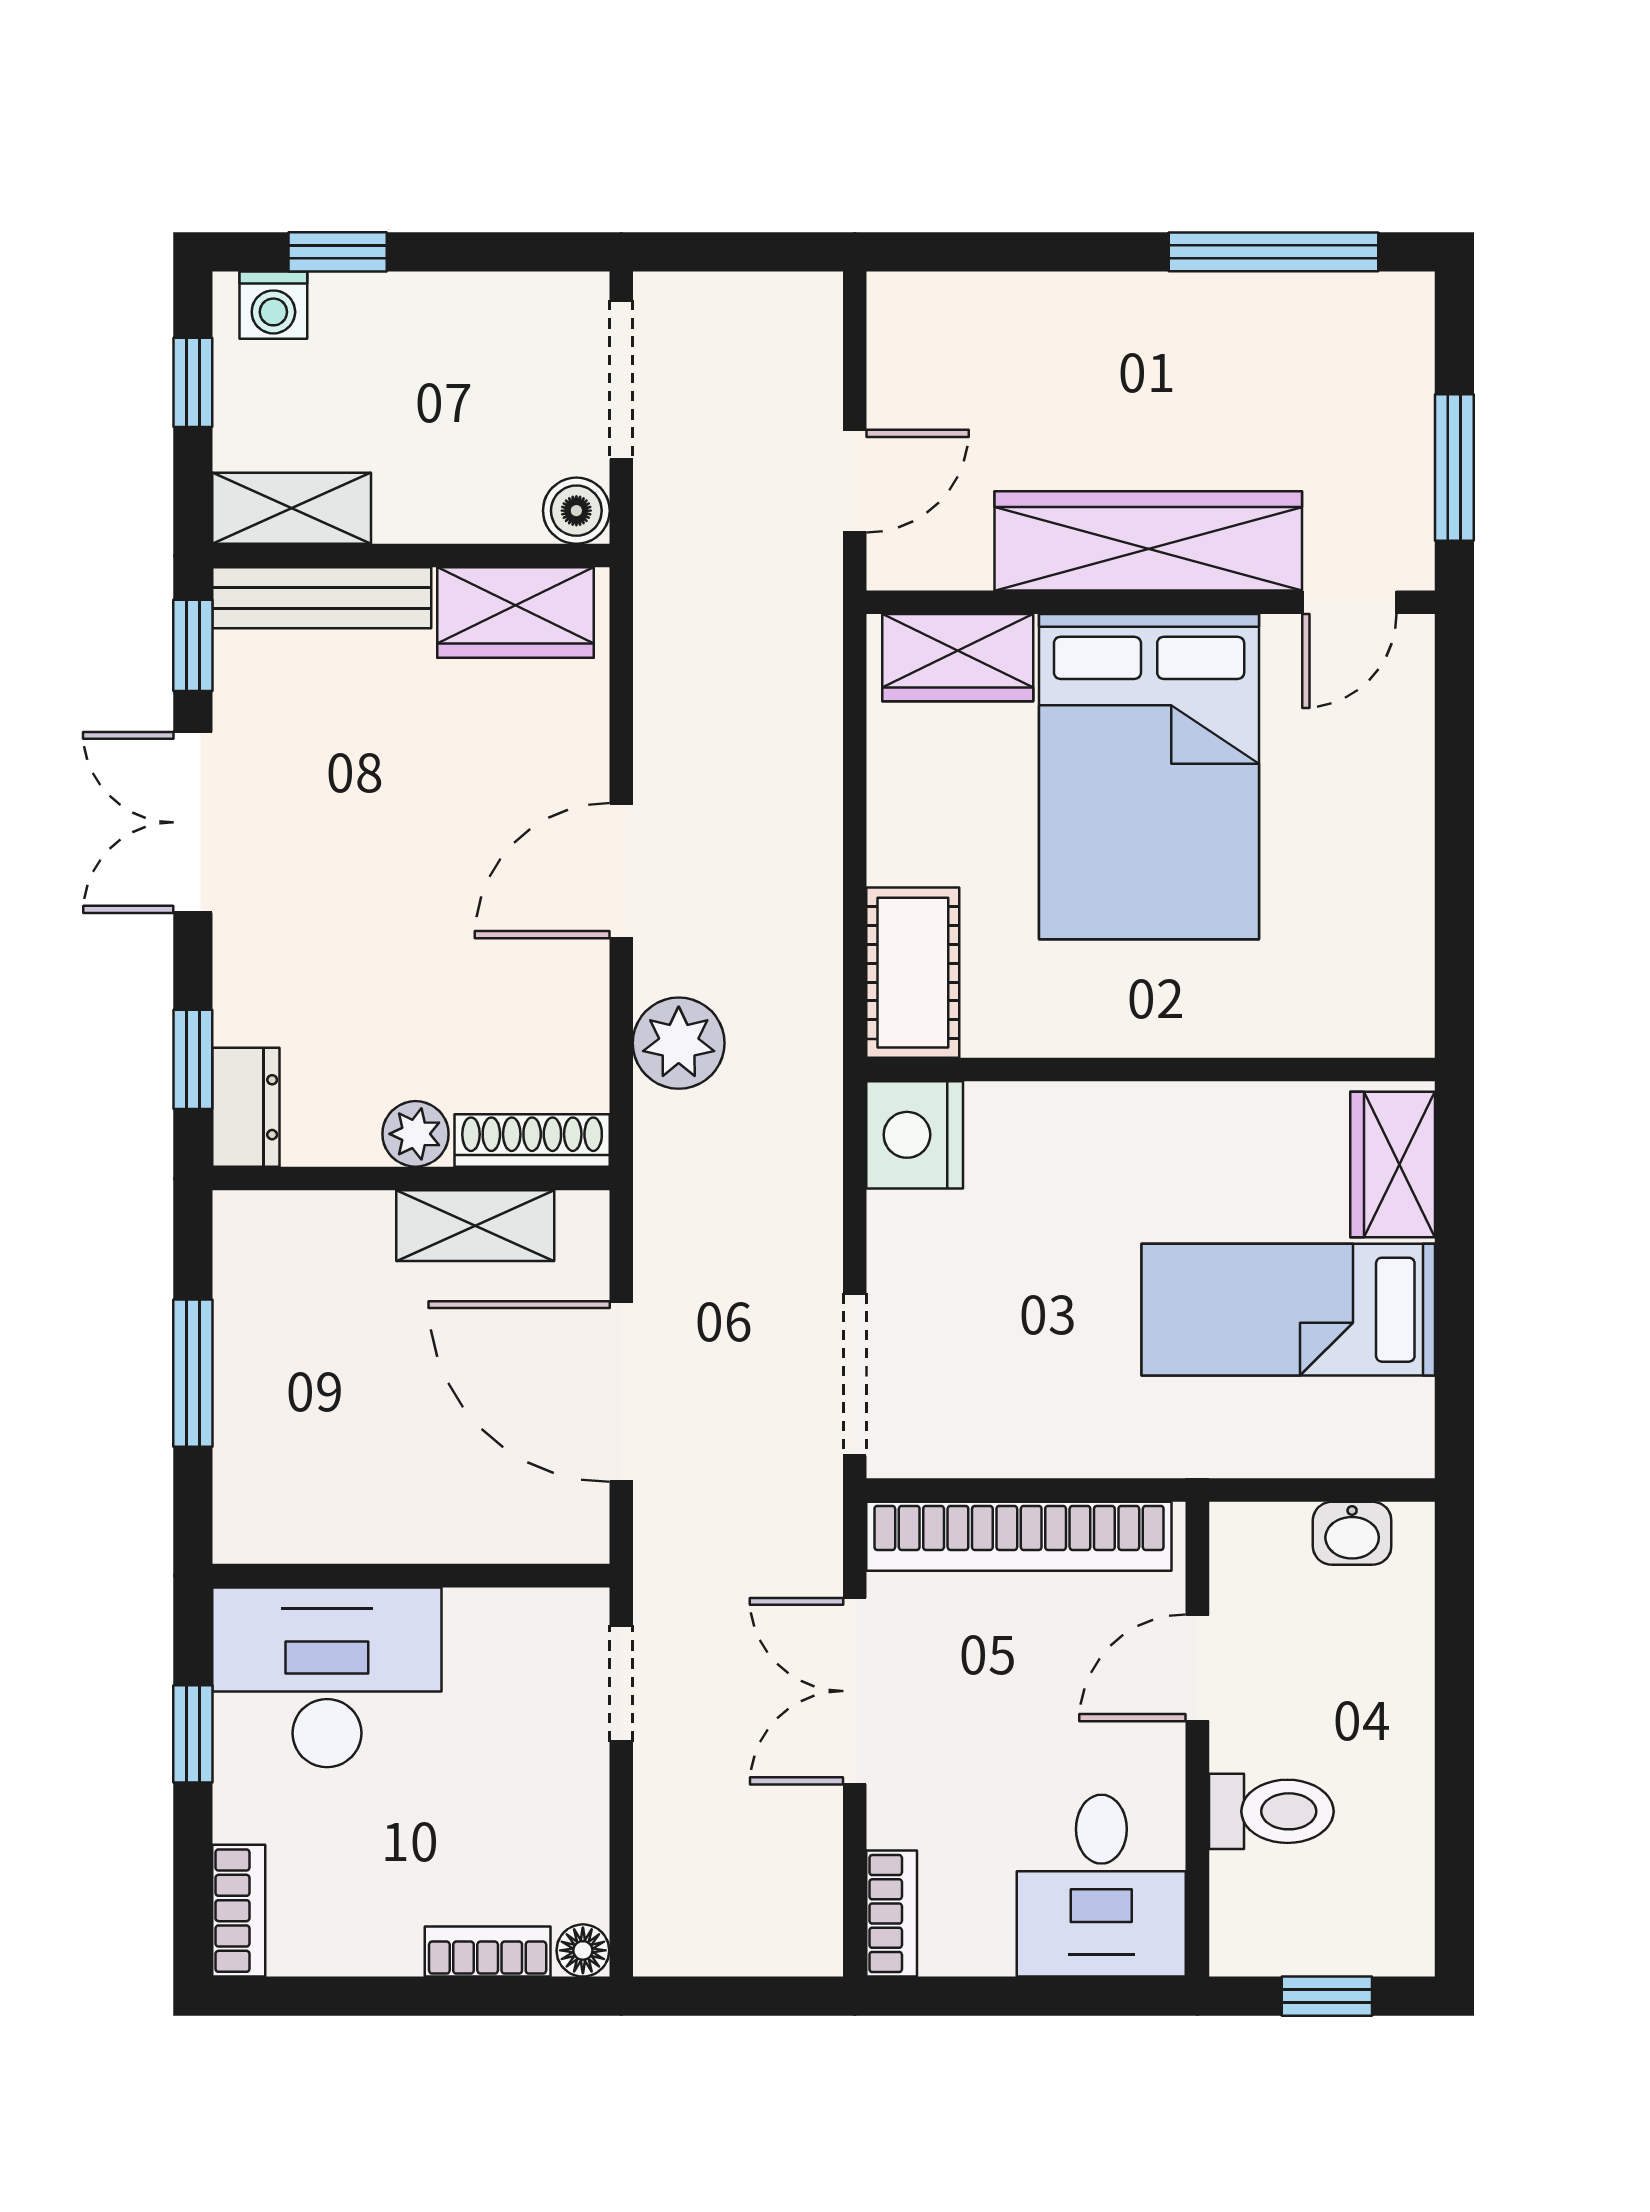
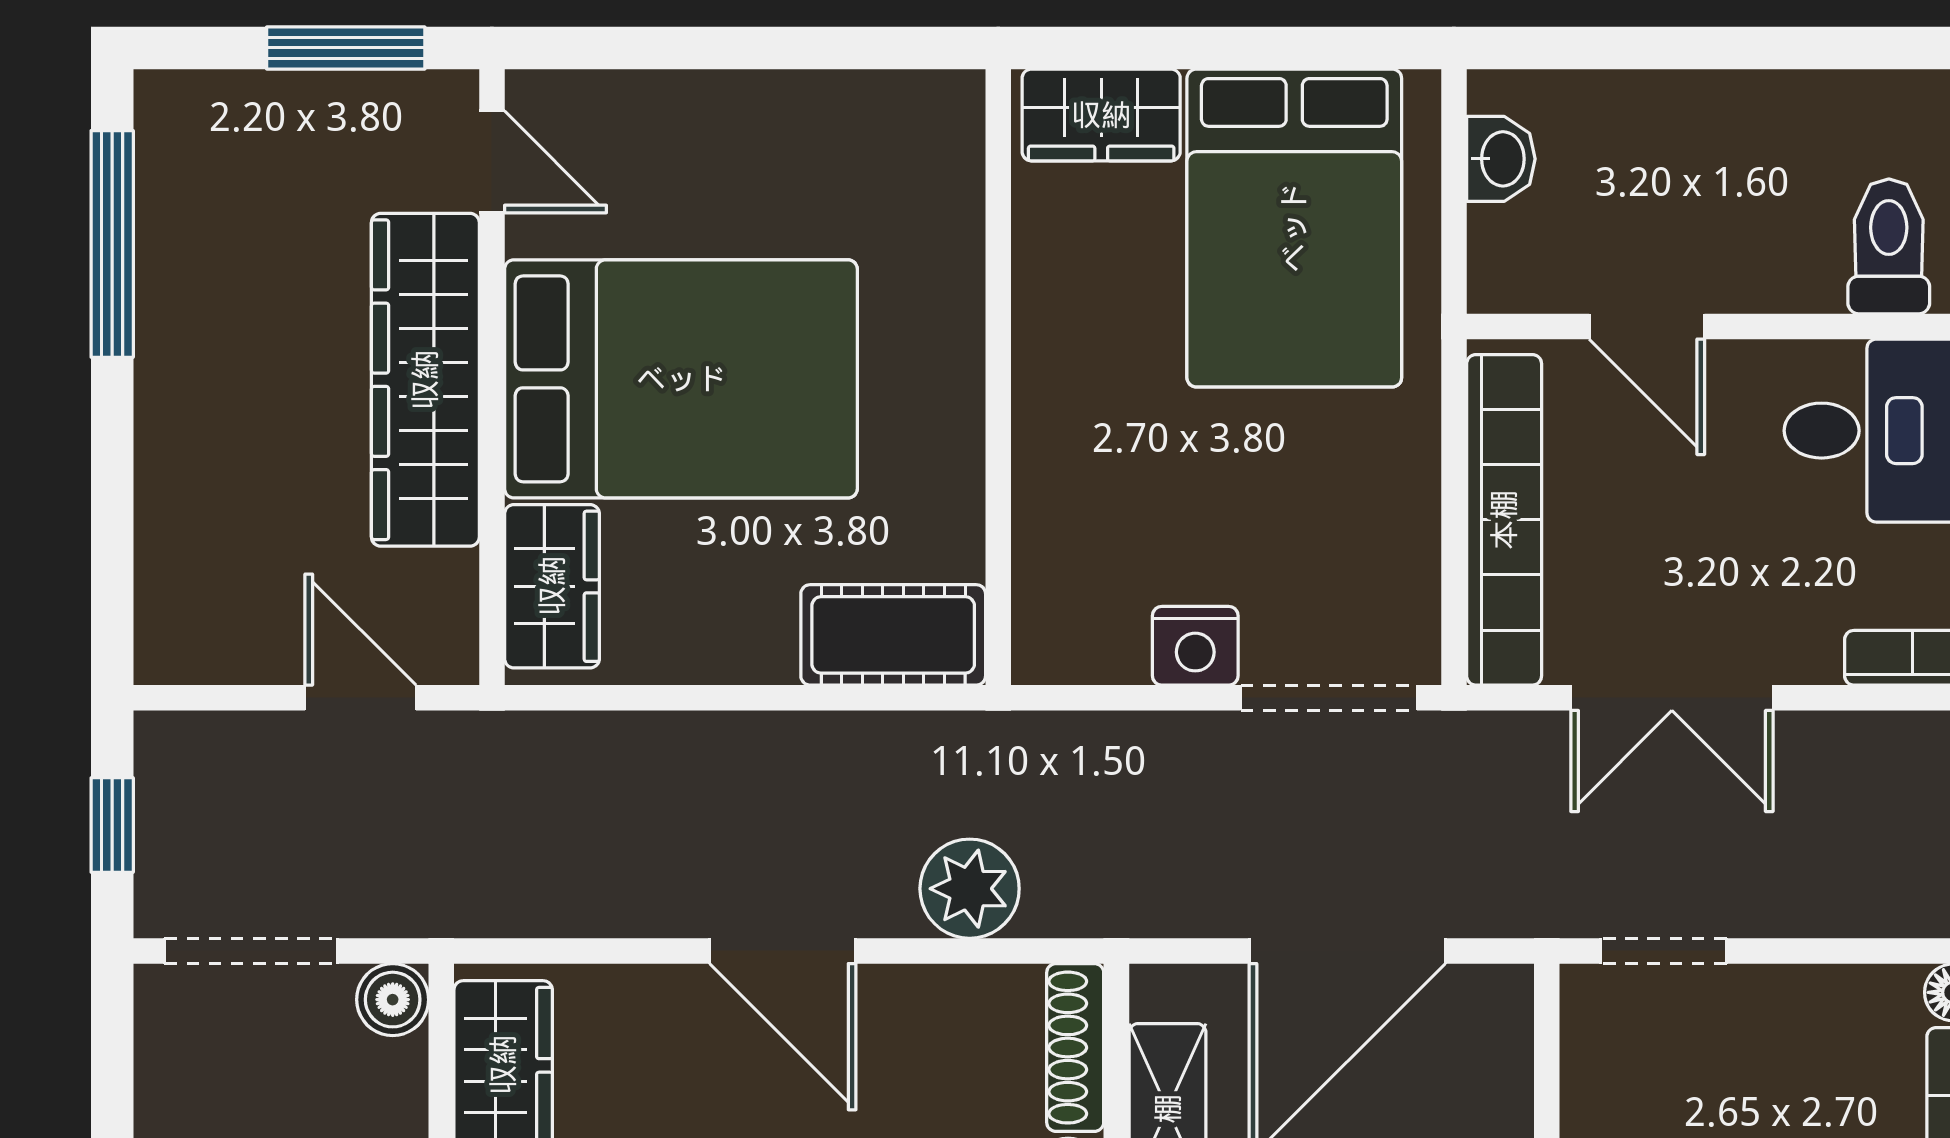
window: (737, 252) -> (112, 825), added
nightstand: (915, 1135) -> (1195, 646), moved, width x0.74, depth x0.75
bed: (1288, 1310) -> (1294, 228), width x1.50
toilet: (1271, 1811) -> (1889, 246), moved

